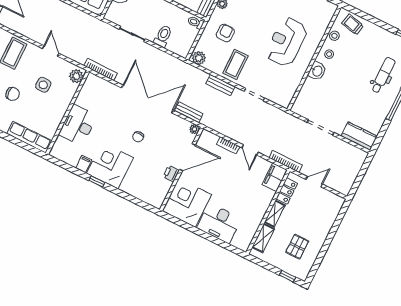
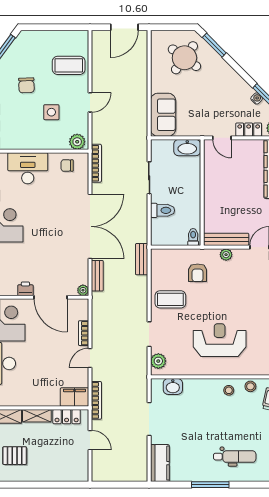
armchair: (225, 33) -> (198, 273), turned 90
plant: (199, 58) -> (158, 361), moved
washbasin: (317, 71) -> (173, 386), moved
bench: (220, 85) -> (142, 259), moved
chair: (138, 137) -> (67, 165), moved

